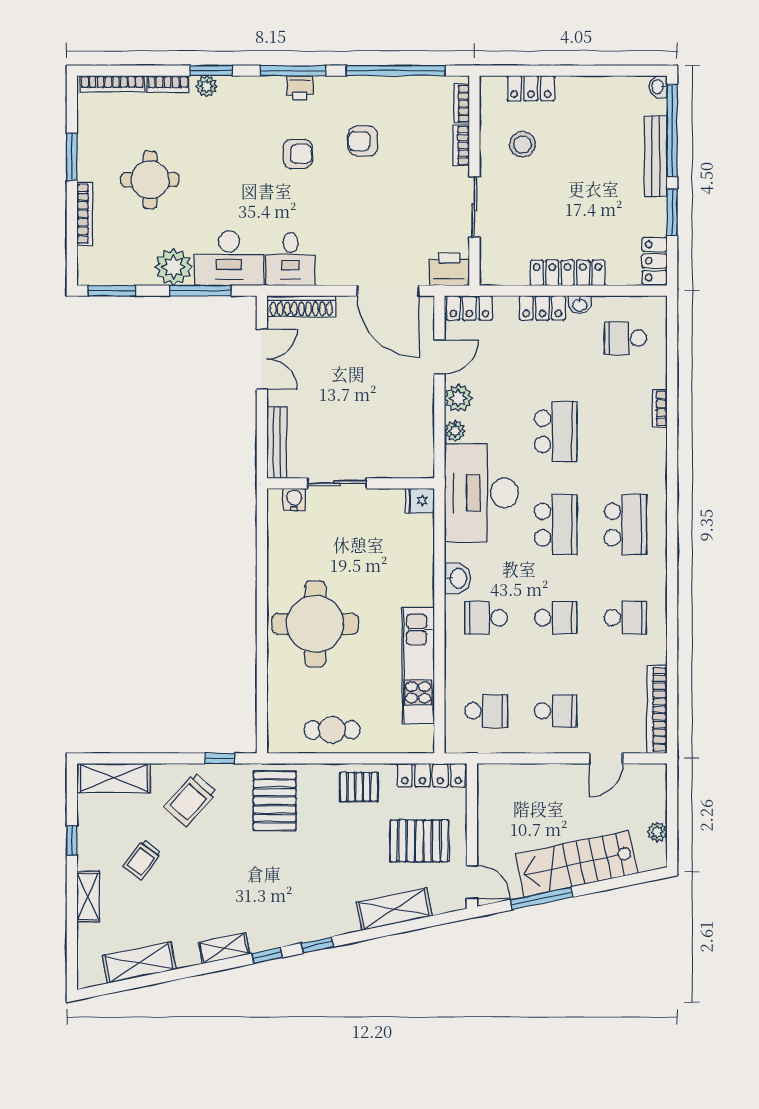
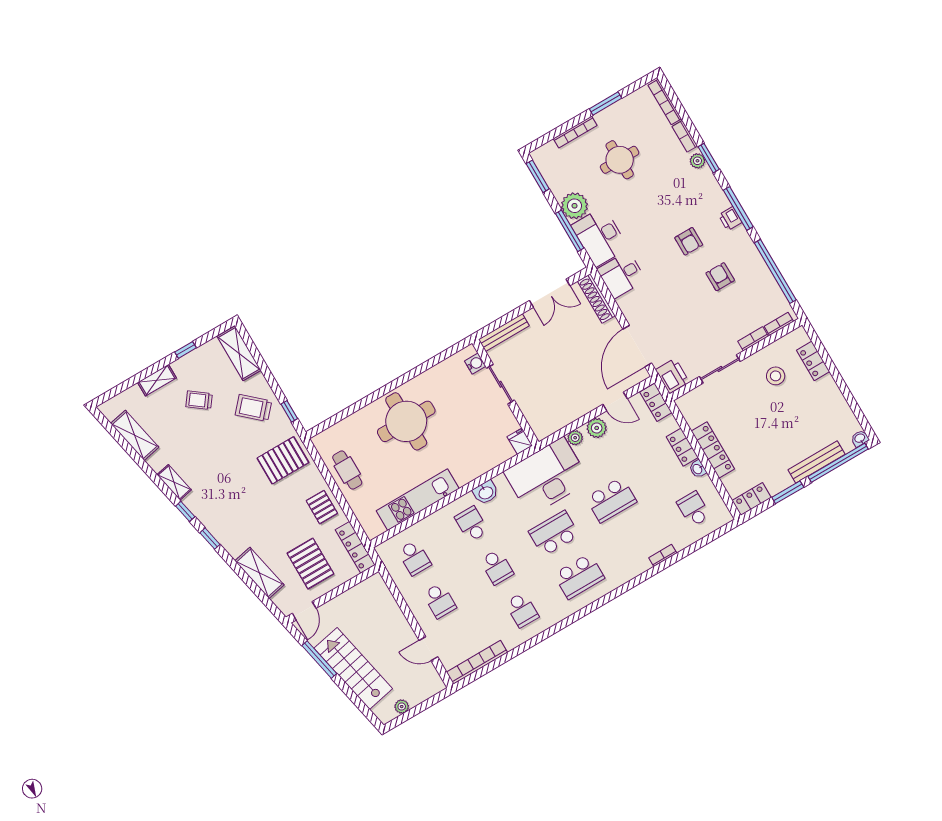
school desk: (556, 525) -> (554, 533), turned 180

